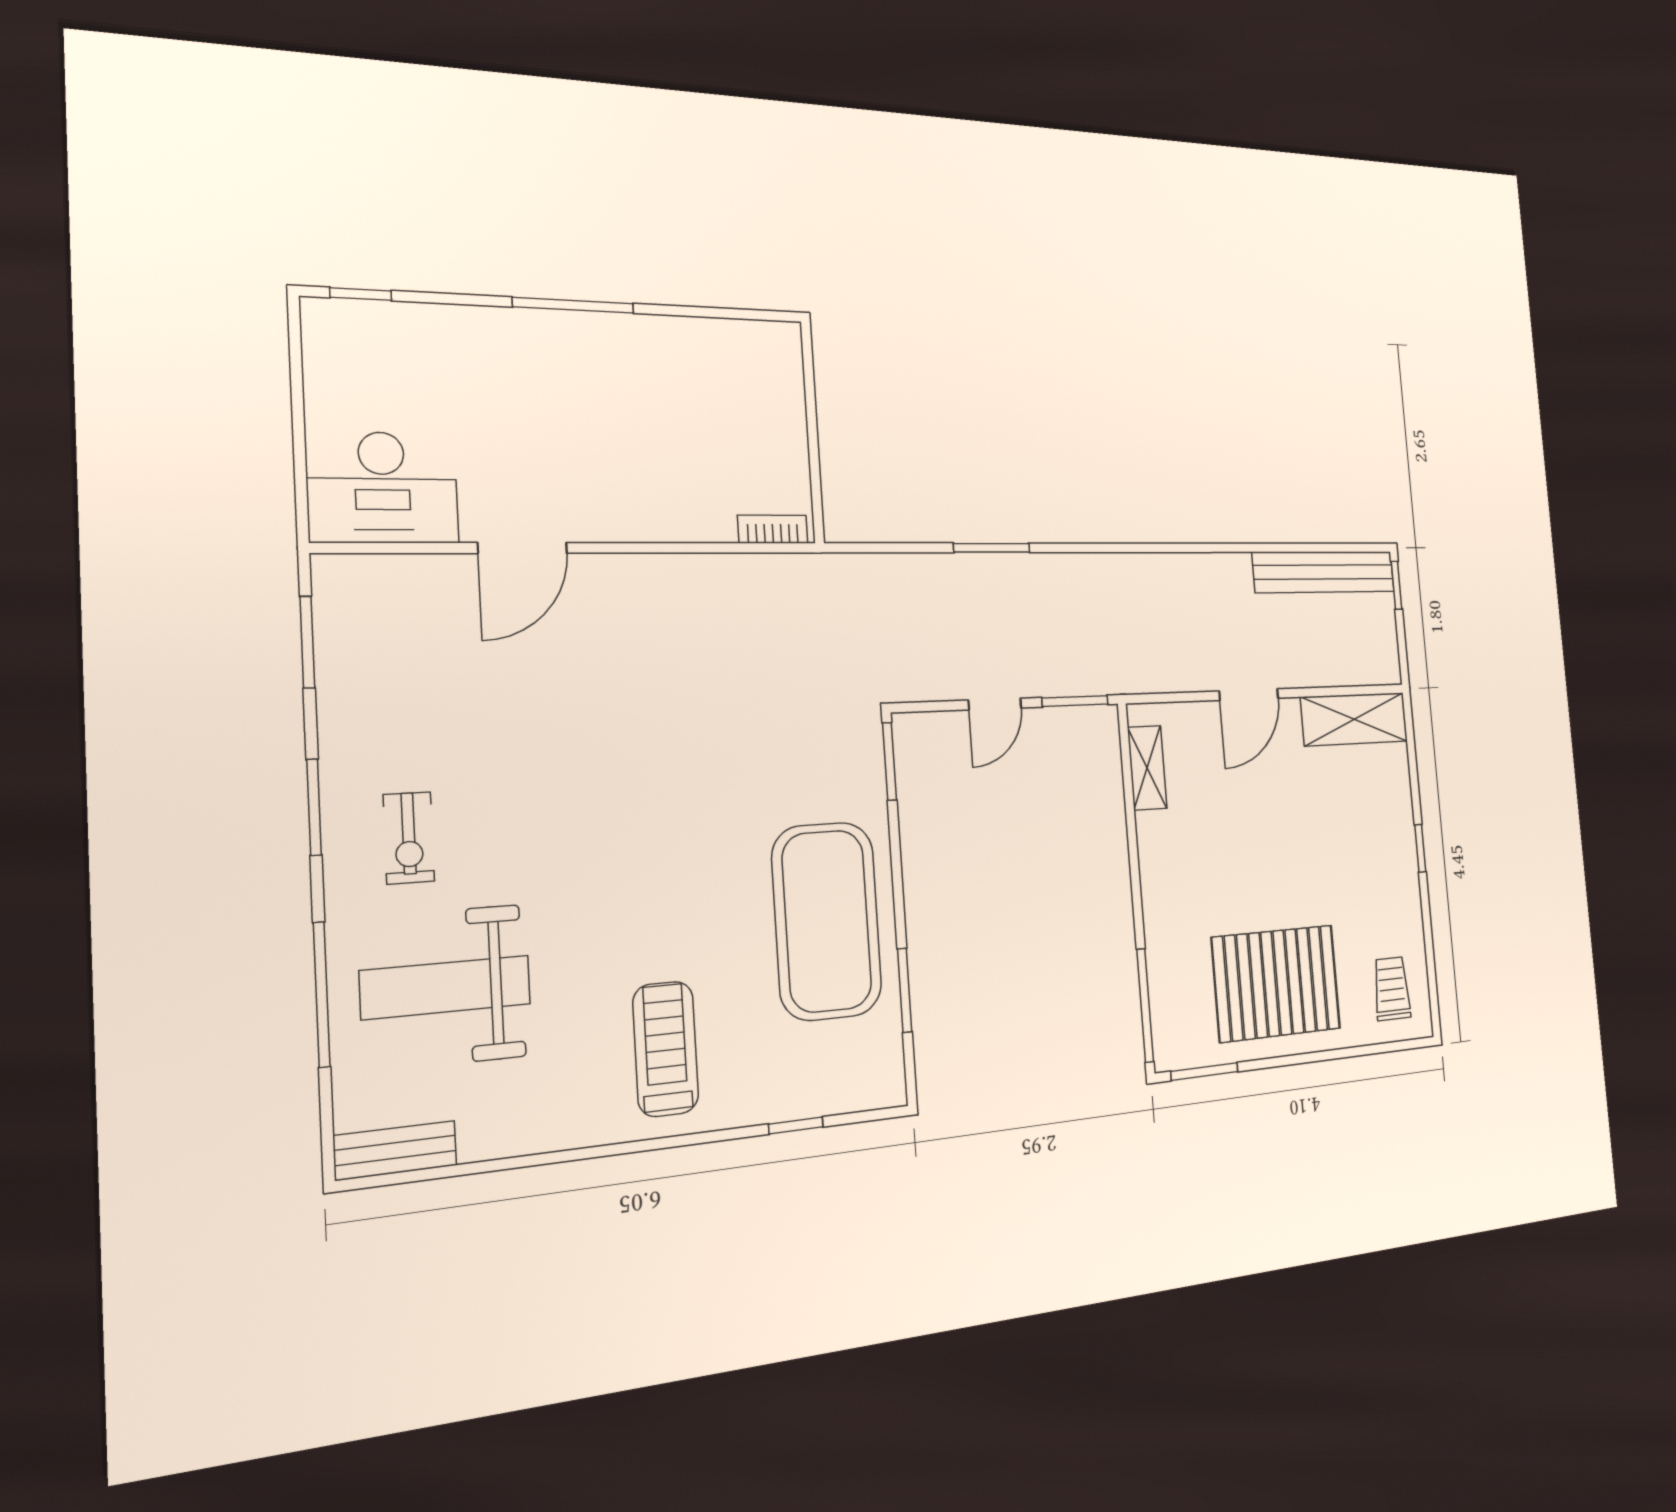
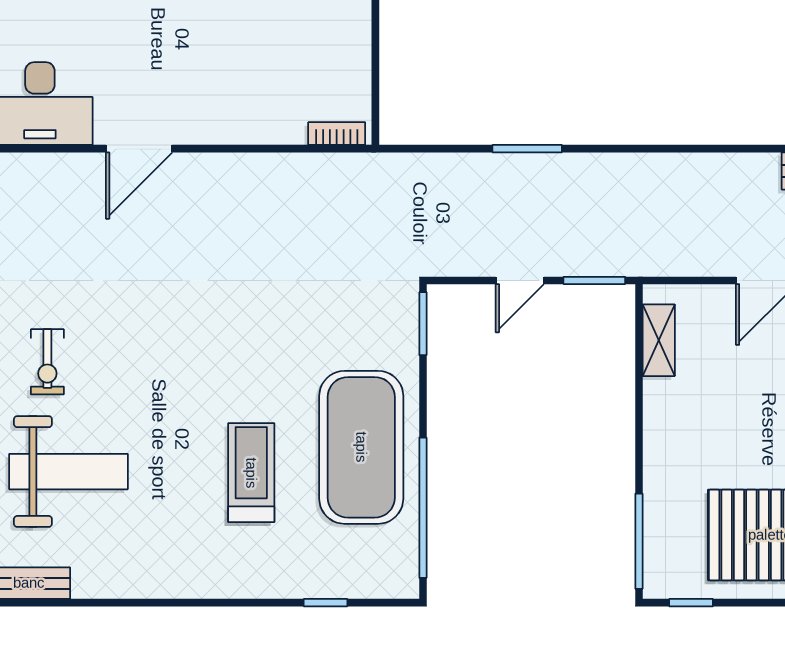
weight bench: (446, 987) -> (69, 472), turned 180
window: (905, 990) -> (423, 508), width x2.11
treadmill: (666, 1049) -> (251, 473), moved
window: (1204, 1072) -> (691, 603), width x0.67

